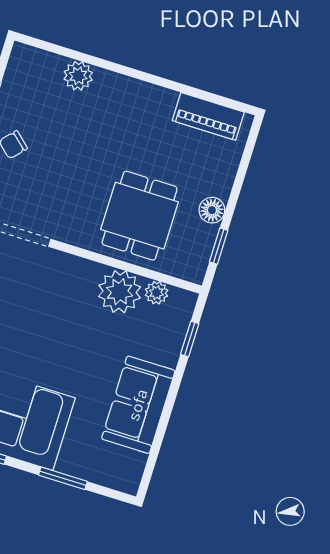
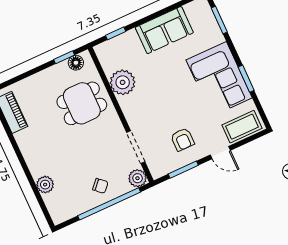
floor lamp: (212, 210) -> (76, 63), moved
plant: (157, 293) -> (109, 66), removed
window: (63, 478) -> (219, 20), moved

